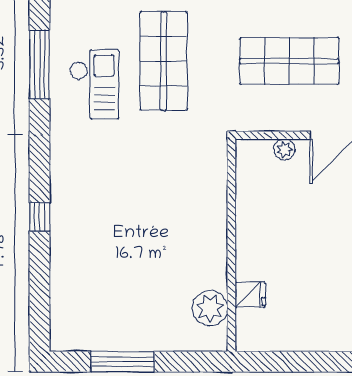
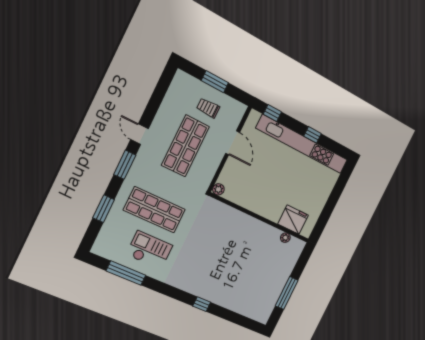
plant: (284, 149) -> (218, 189), moved
fridge: (250, 295) -> (293, 220), width x1.88, depth x1.34
plant: (210, 308) -> (285, 238), width x0.53, depth x0.53

